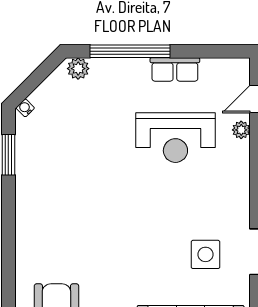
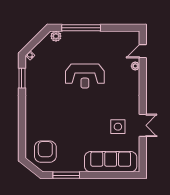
row of seats: (175, 69) -> (103, 37), removed
reception desk: (175, 138) -> (85, 76), moved

